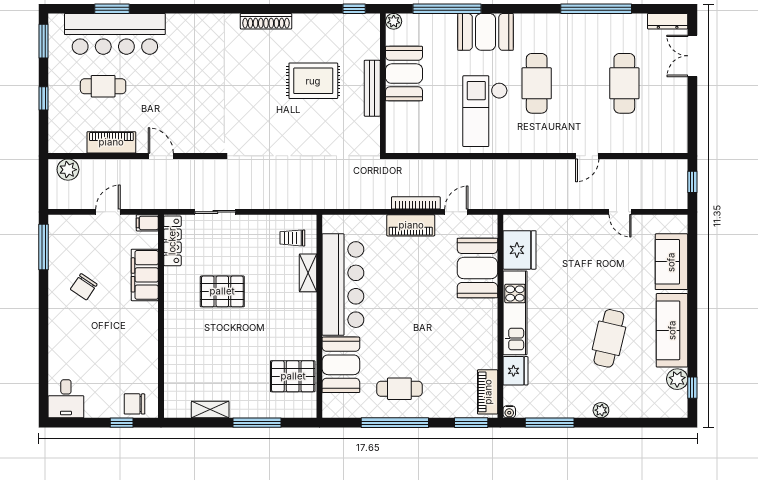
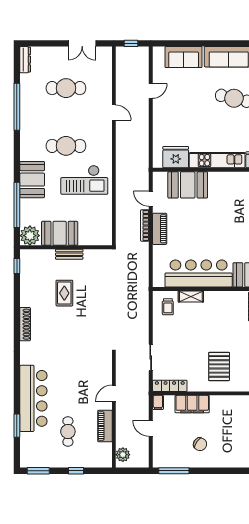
plant: (394, 21) -> (30, 236), width x1.87, depth x1.87
bar counter: (115, 34) -> (33, 398), moved
double door: (692, 56) -> (82, 43), moved
rug: (313, 81) -> (64, 293), width x0.73, depth x0.70
bench: (372, 88) -> (69, 254), width x0.73
pallet: (222, 291) -> (219, 366), moved

